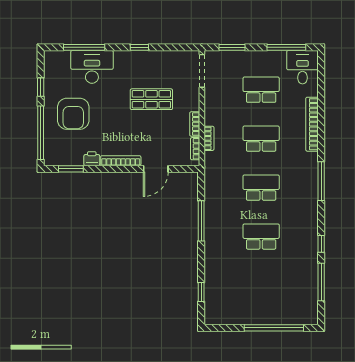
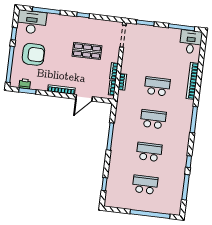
desk: (92, 67) -> (32, 22), moved
school desk: (261, 90) -> (145, 185), moved
armchair: (73, 114) -> (33, 54), turned -90
printer: (92, 159) -> (25, 84), moved

